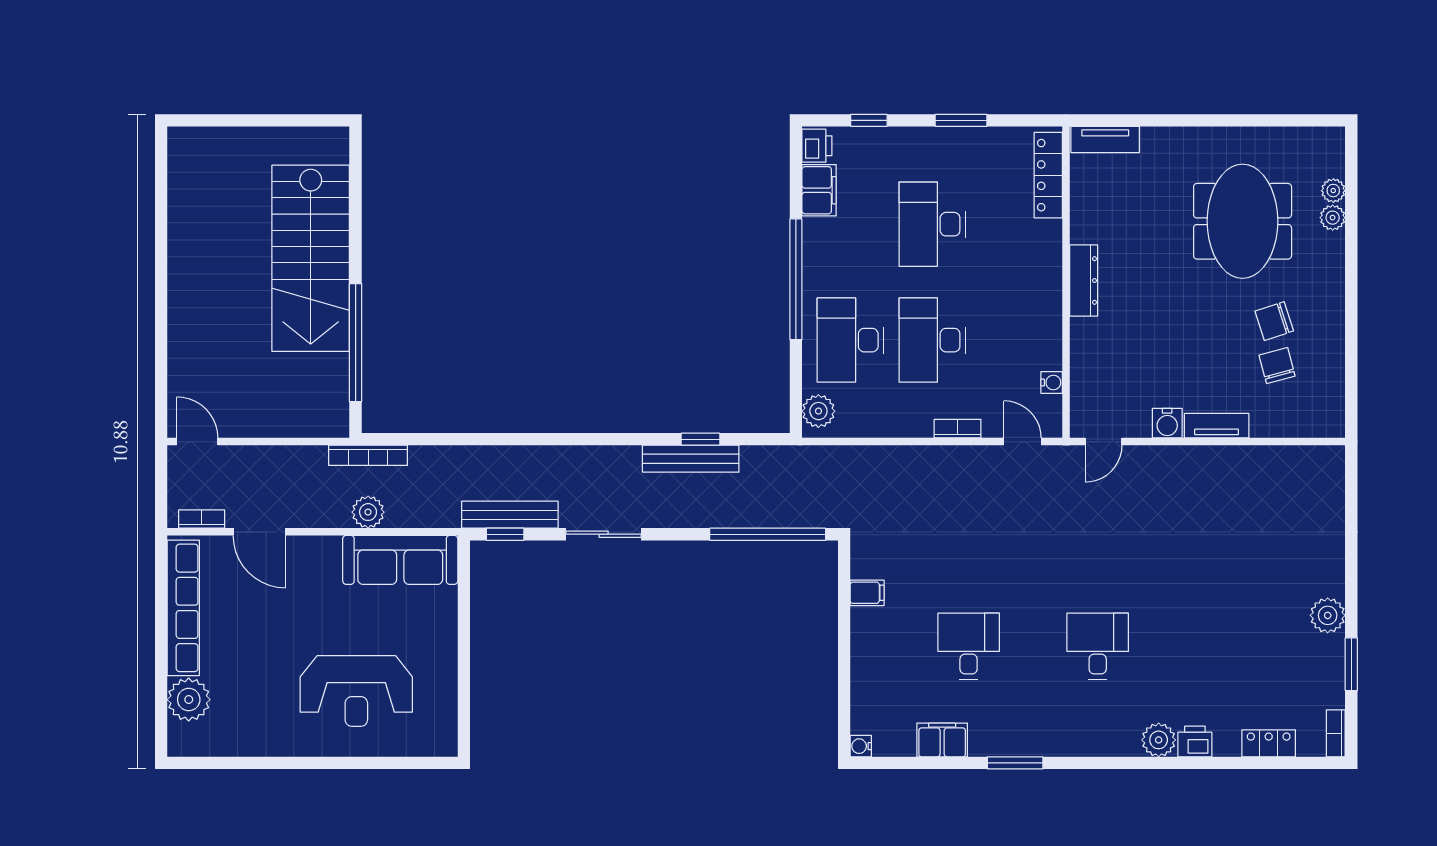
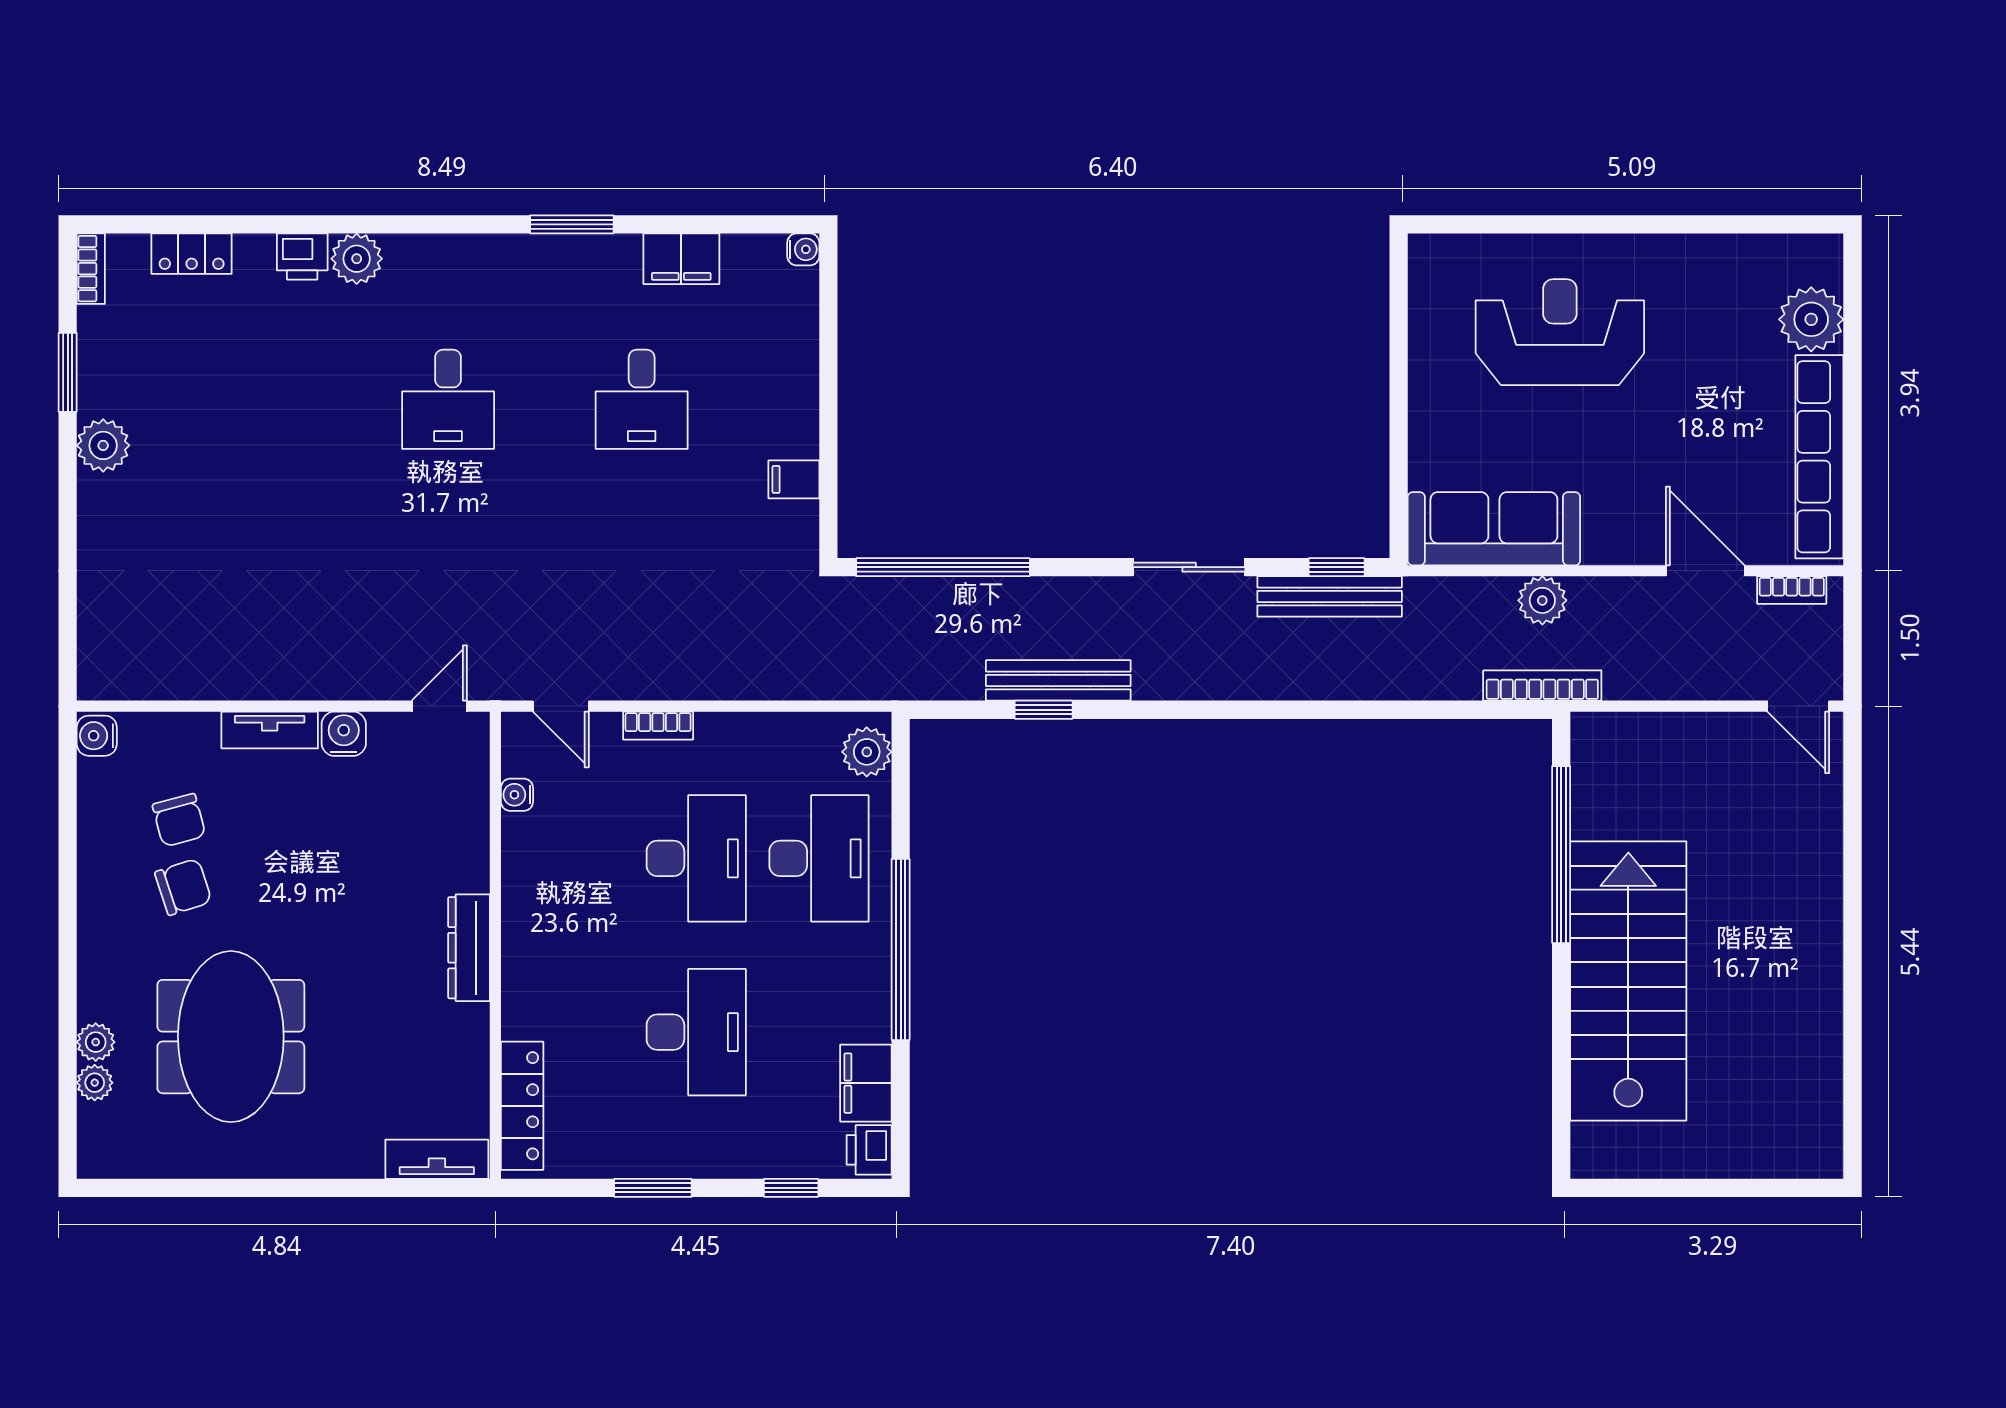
water cooler: (1332, 422) -> (97, 736), added

